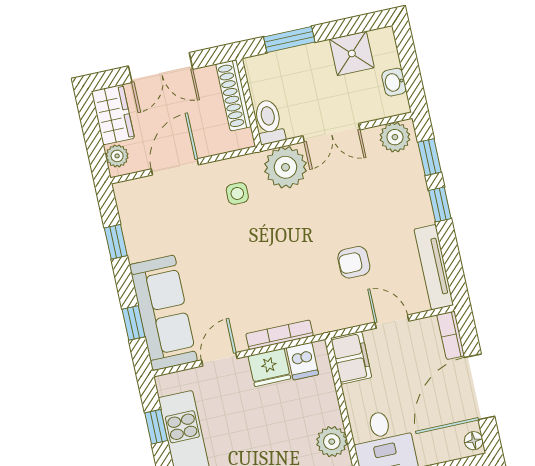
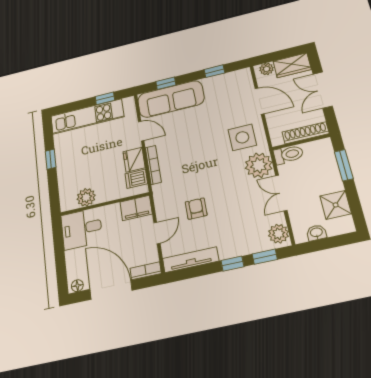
side table: (237, 193) -> (242, 137), width x1.87, depth x1.87

